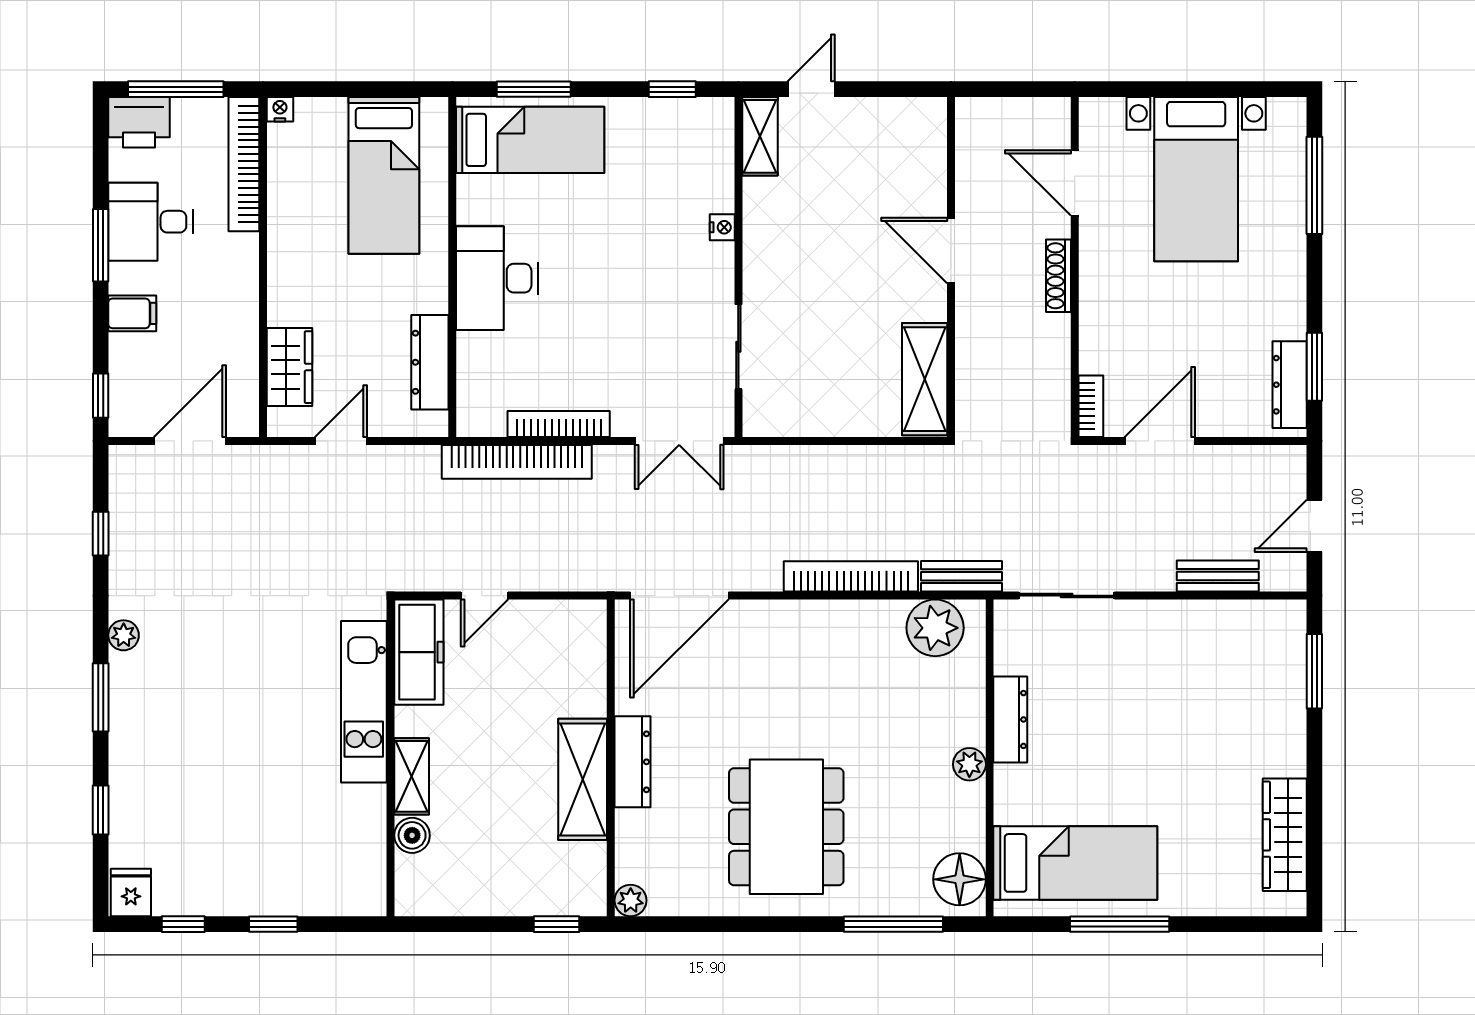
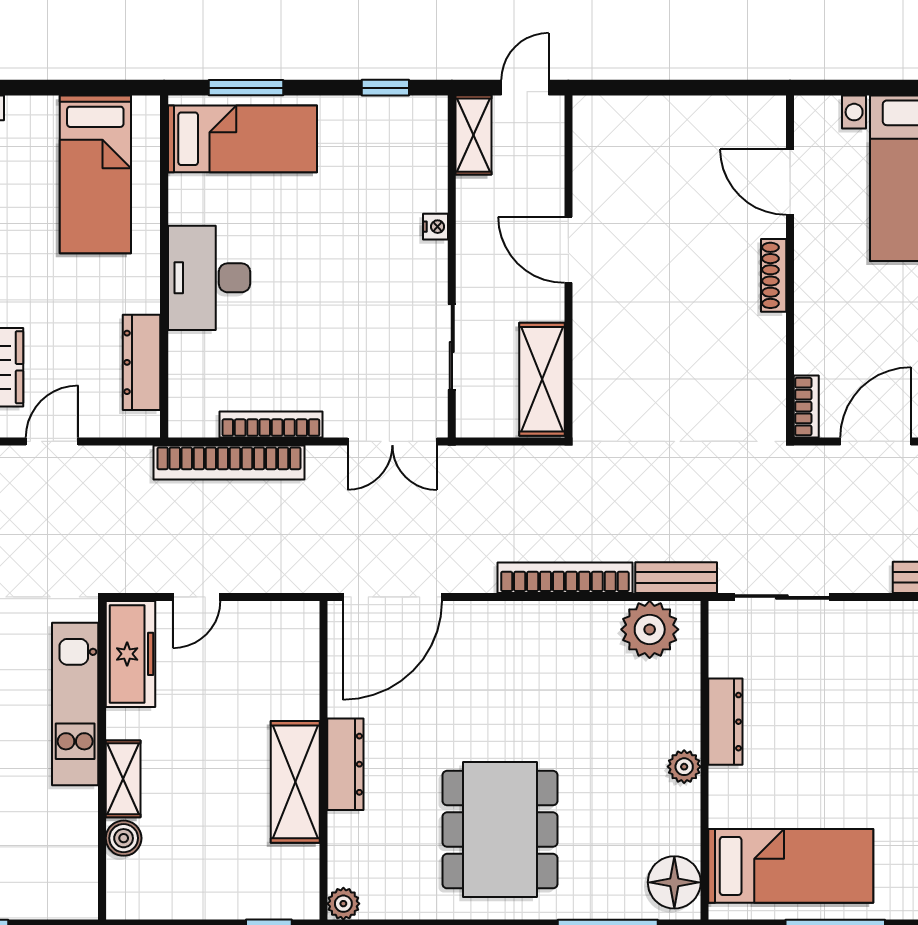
door: (951, 250) -> (568, 250), moved
wall: (951, 267) -> (568, 267), moved
shelving: (925, 379) -> (542, 379), moved

